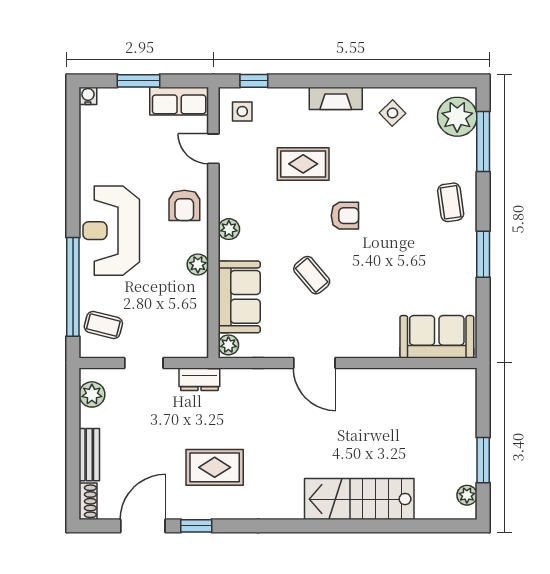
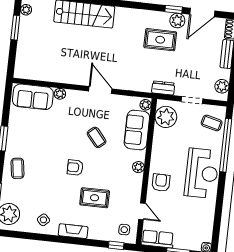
plant: (198, 264) -> (166, 117), moved, width x1.87, depth x1.87
plant: (388, 348) -> (60, 94), added
plant: (187, 506) -> (177, 21), added

